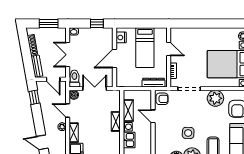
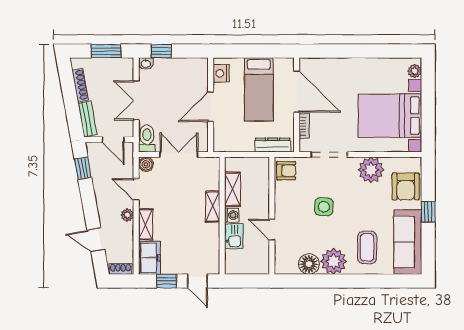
window: (97, 24) -> (161, 51), moved
door: (169, 49) -> (297, 92), width x1.88
door: (153, 116) -> (272, 230), moved
side table: (188, 133) -> (324, 207), moved

